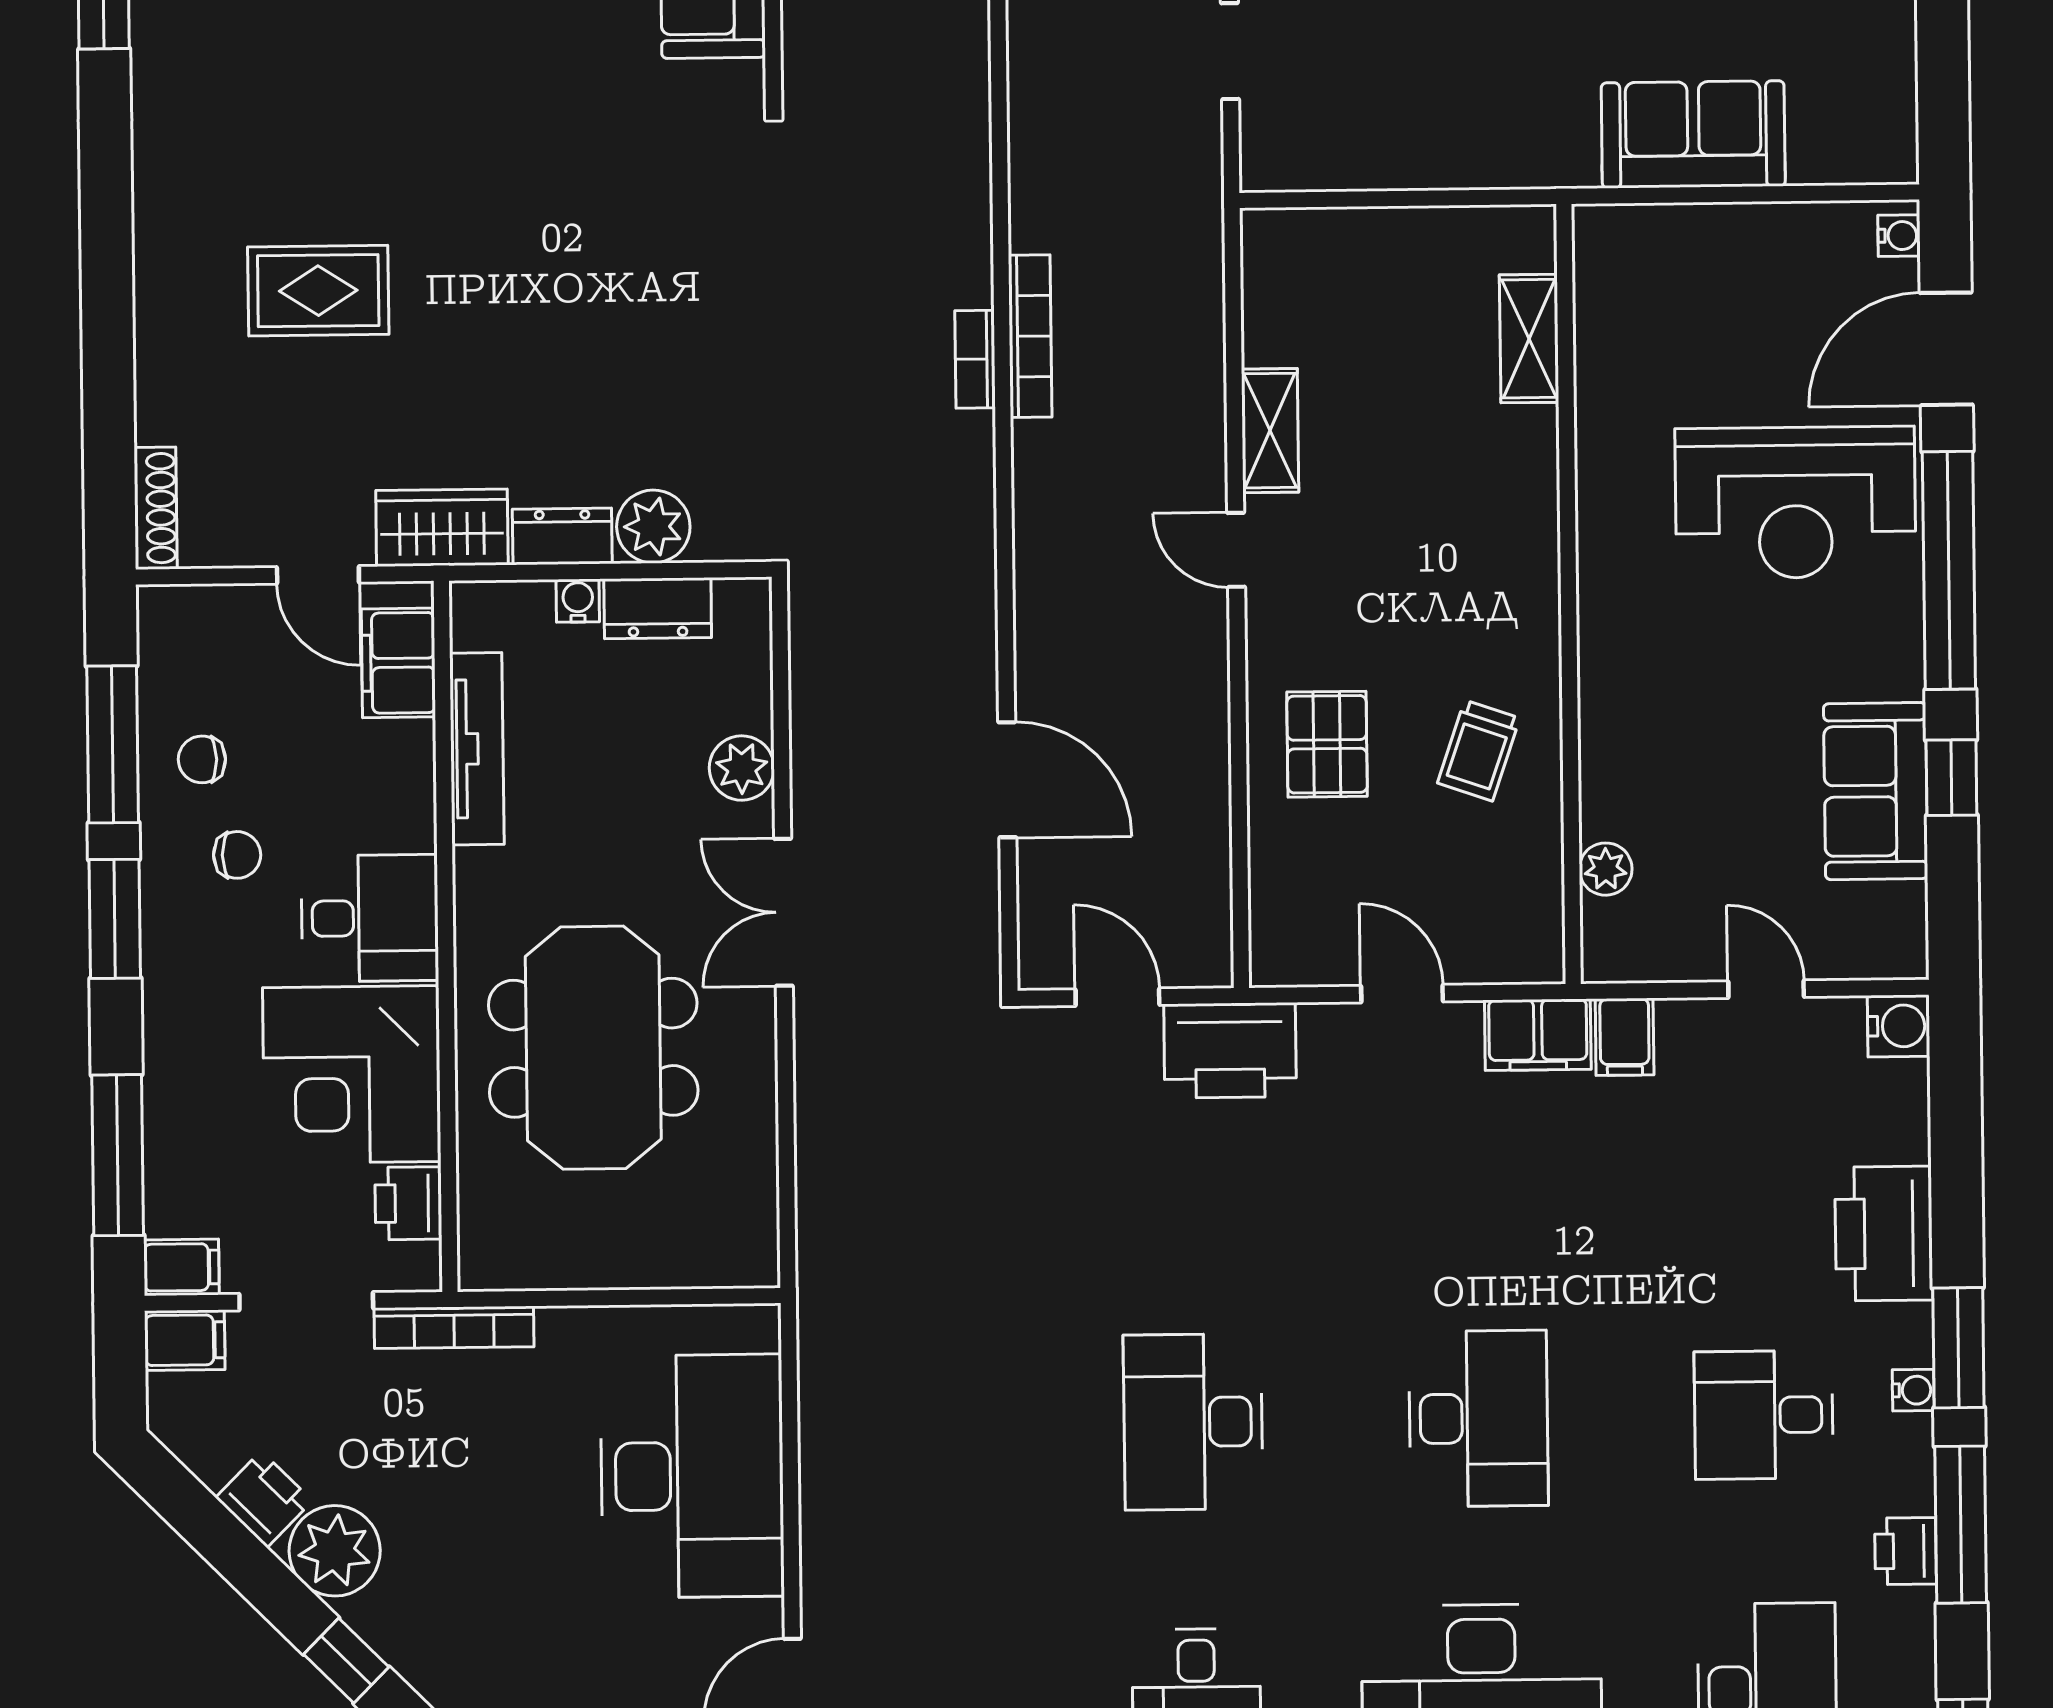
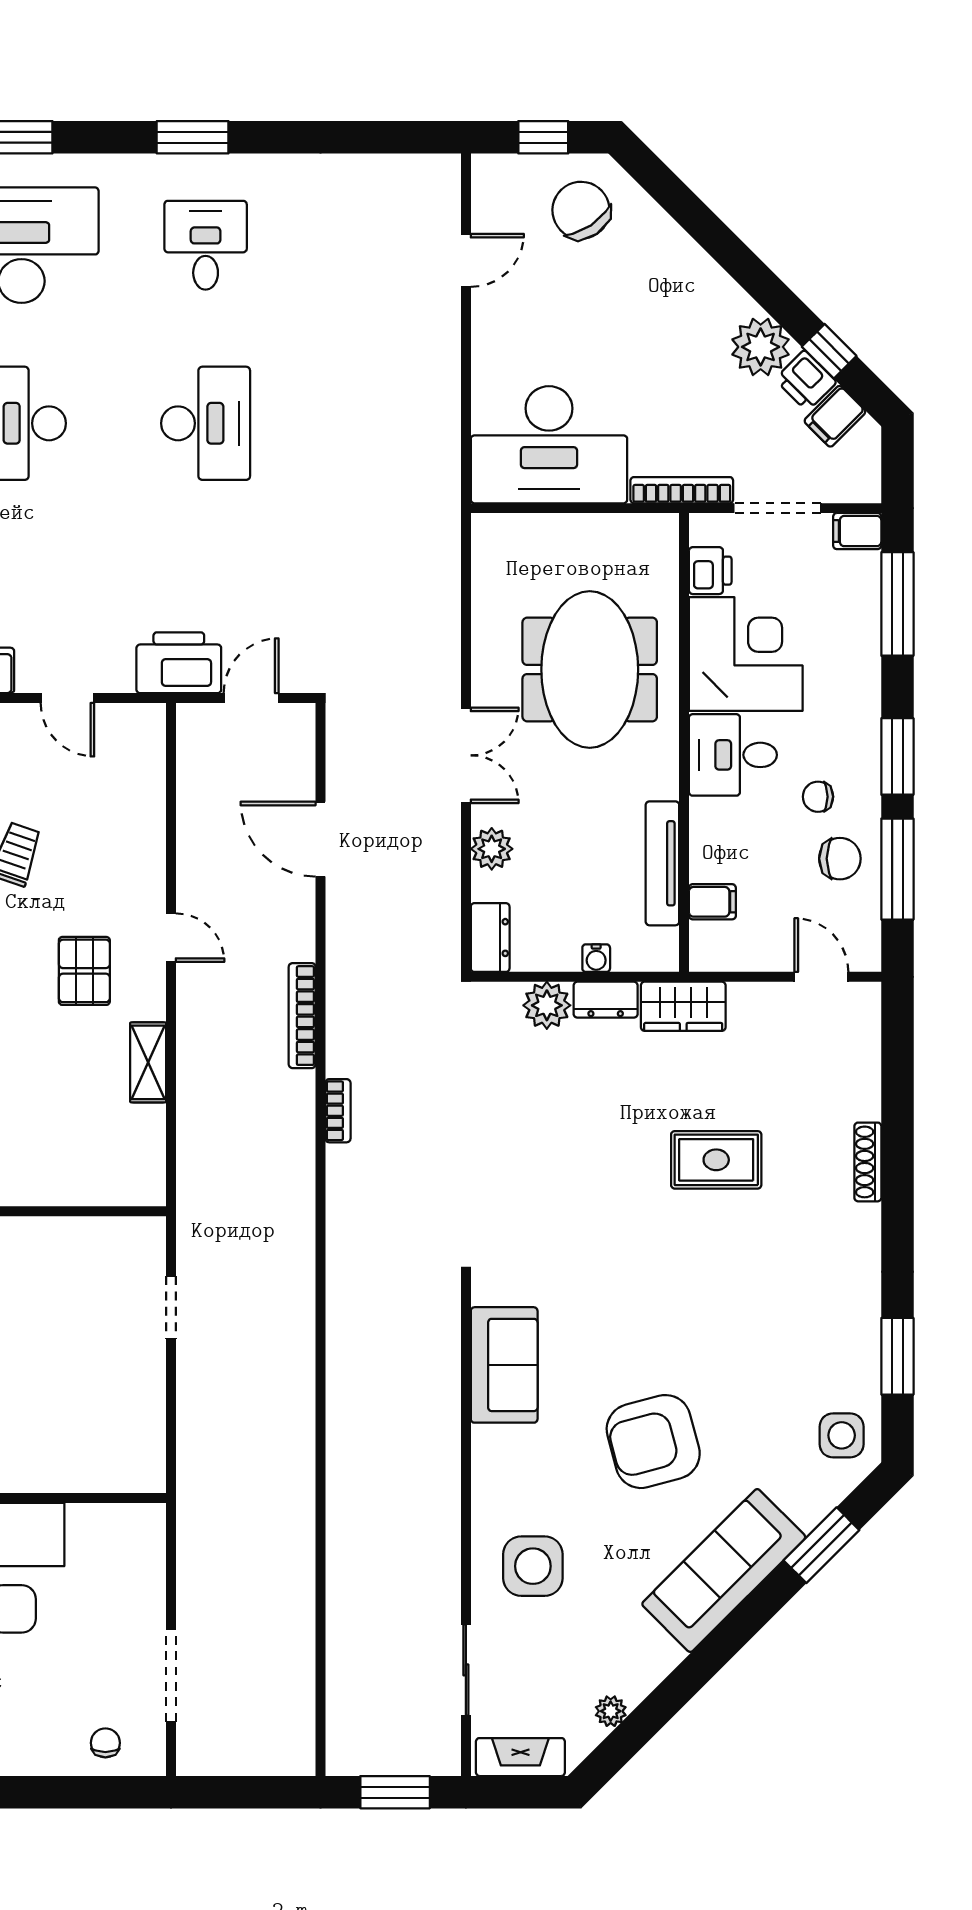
rug: (318, 291) -> (716, 1160), moved
bookcase: (1030, 336) -> (302, 1016), moved
shoe rack: (156, 508) -> (868, 1162), moved
door: (1236, 550) -> (171, 938), moved
door: (318, 575) -> (821, 977), moved
dresser: (658, 608) -> (490, 938), moved, turned 90
filing cabinet: (398, 663) -> (712, 902), width x0.50
pallet: (1327, 744) -> (84, 971), moved
chair: (202, 759) -> (840, 859), width x1.37, depth x1.37
door: (1117, 997) -> (251, 698), swing flipped
filing cabinet: (185, 1340) -> (835, 416), moved, turned -45
desk: (692, 1476) -> (549, 445), moved, turned -90
window: (346, 1661) -> (829, 351), moved

